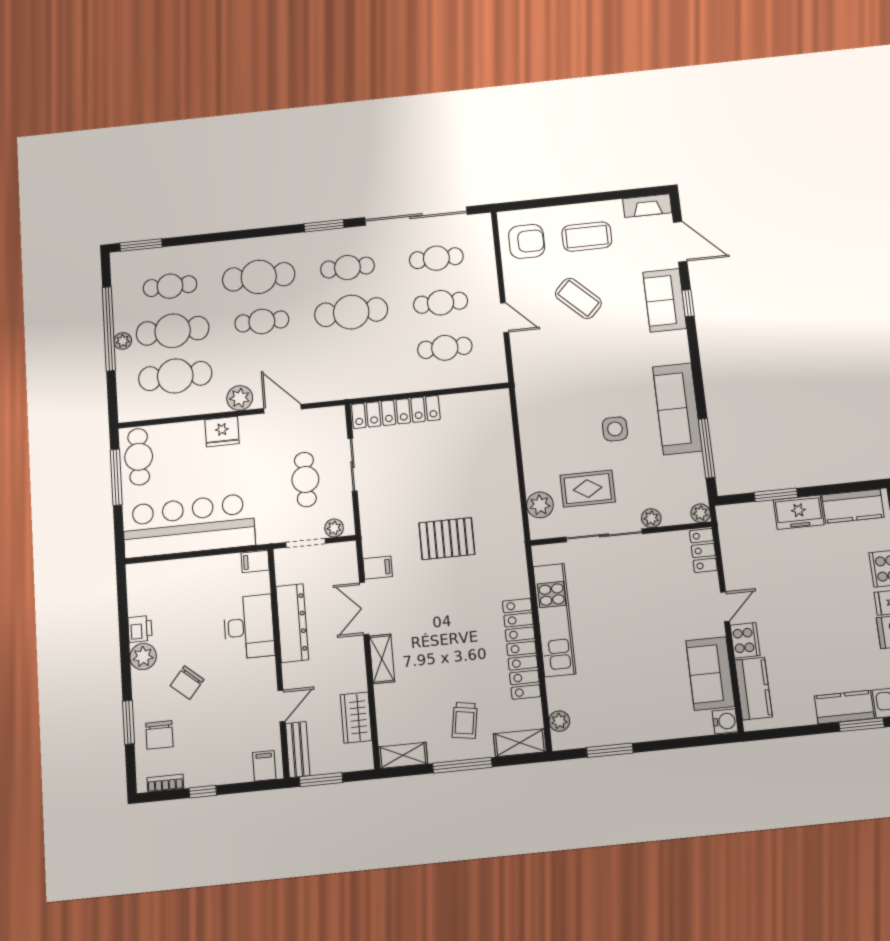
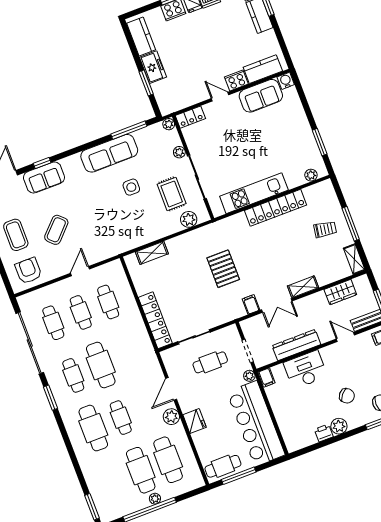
cafe table: (170, 286) -> (113, 481), removed
plant: (334, 528) -> (249, 376), moved
shelving: (520, 743) -> (152, 253), moved, turned 90

